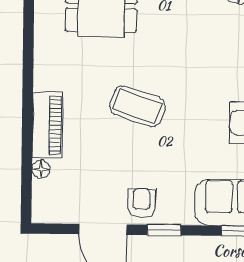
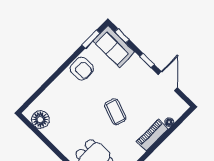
armchair: (141, 203) -> (146, 77), removed

